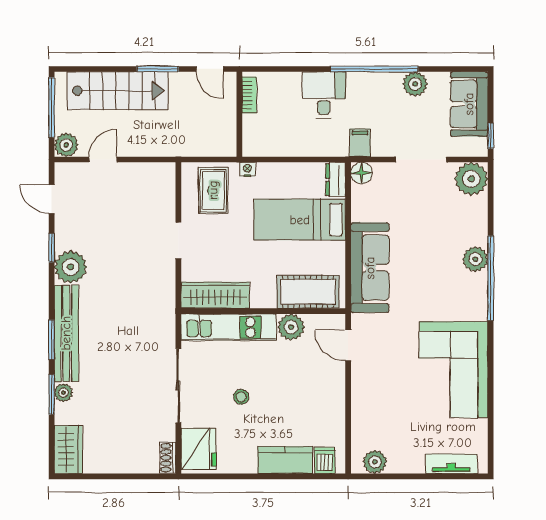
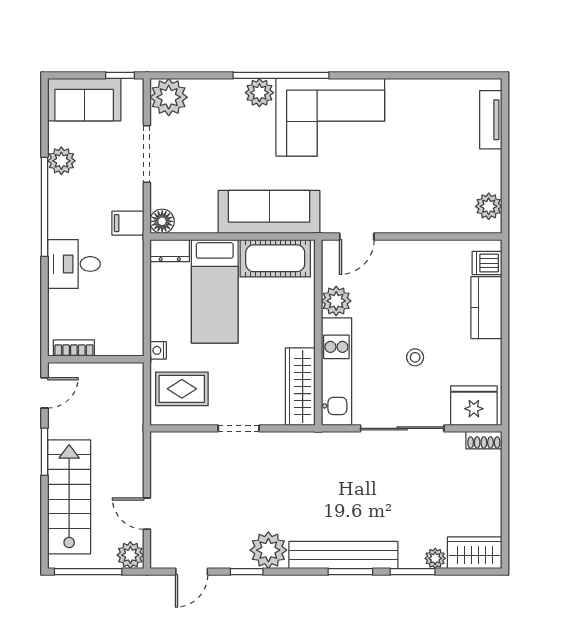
cot: (308, 292) -> (275, 258), moved, turned 90
corner sofa: (454, 370) -> (330, 117), moved
plant: (63, 393) -> (435, 558), moved

